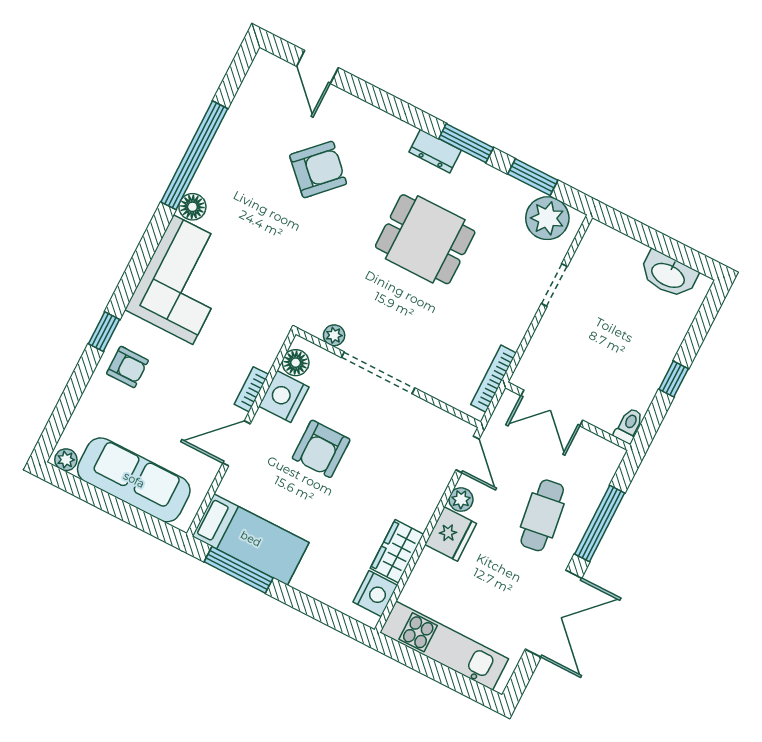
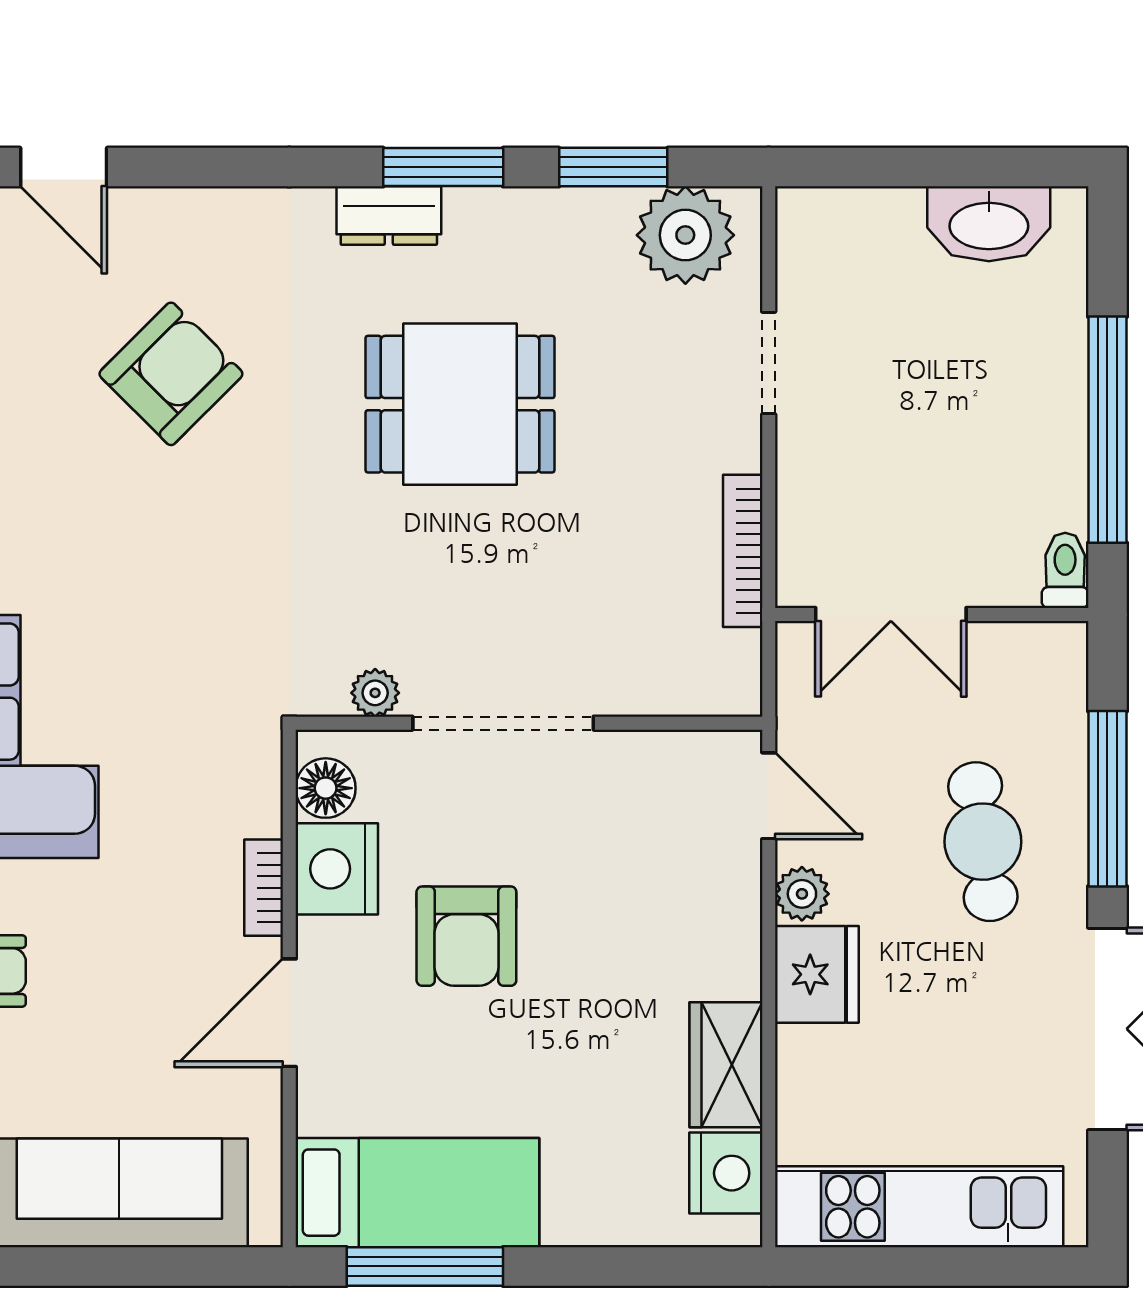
bookcase: (494, 379) -> (743, 551), moved
window: (674, 379) -> (1107, 430), width x3.17

